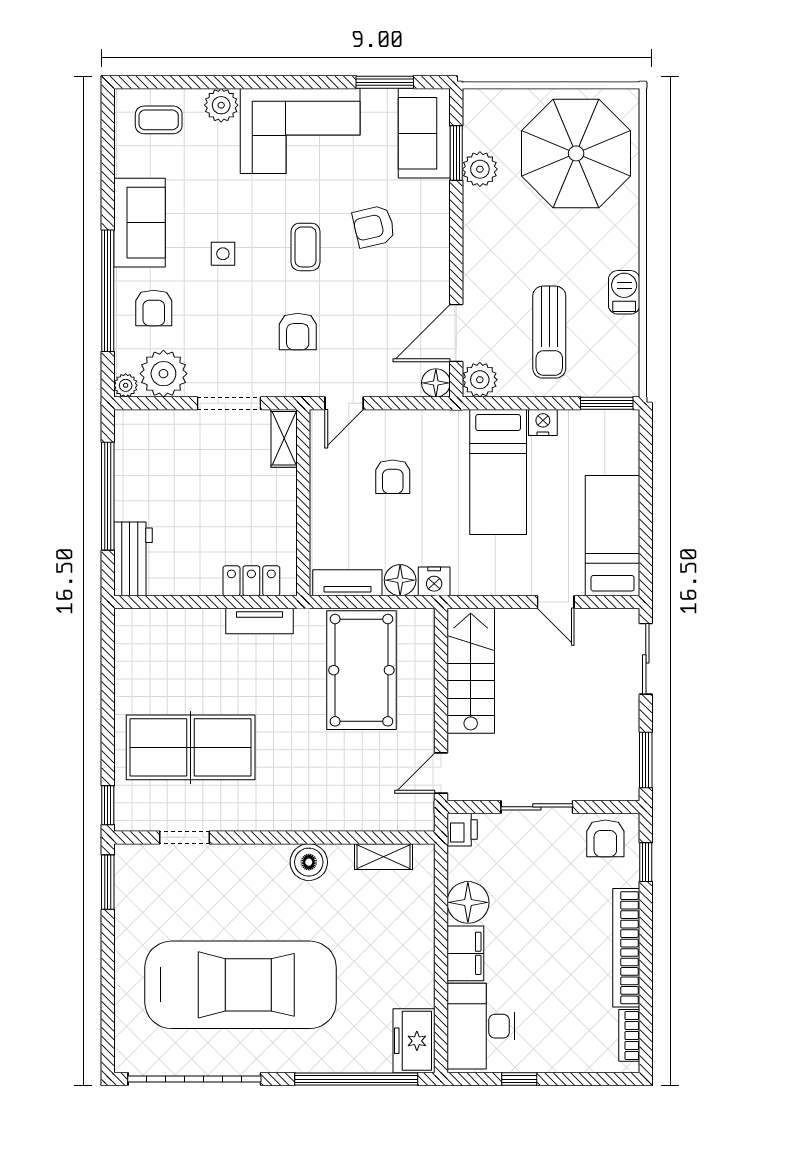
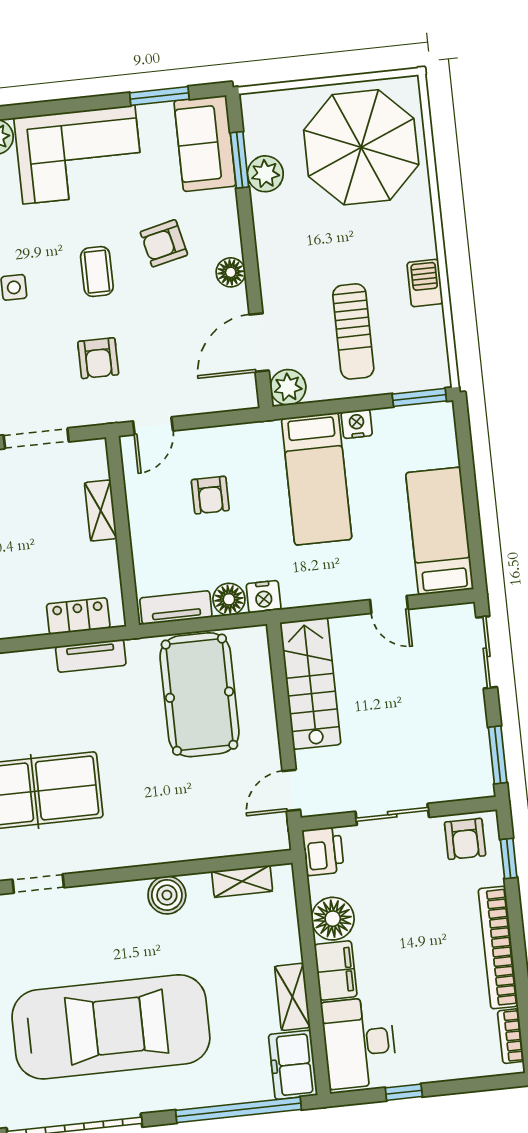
floor lamp: (436, 383) -> (231, 272), moved
shelving: (284, 438) -> (101, 511), moved
printer: (462, 830) -> (323, 851), width x1.36, depth x1.24
shelving: (421, 974) -> (292, 997), added

